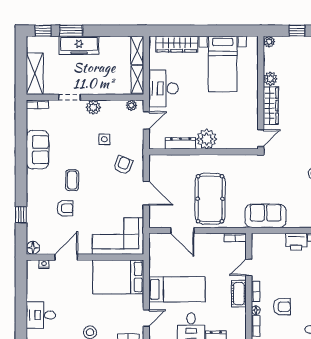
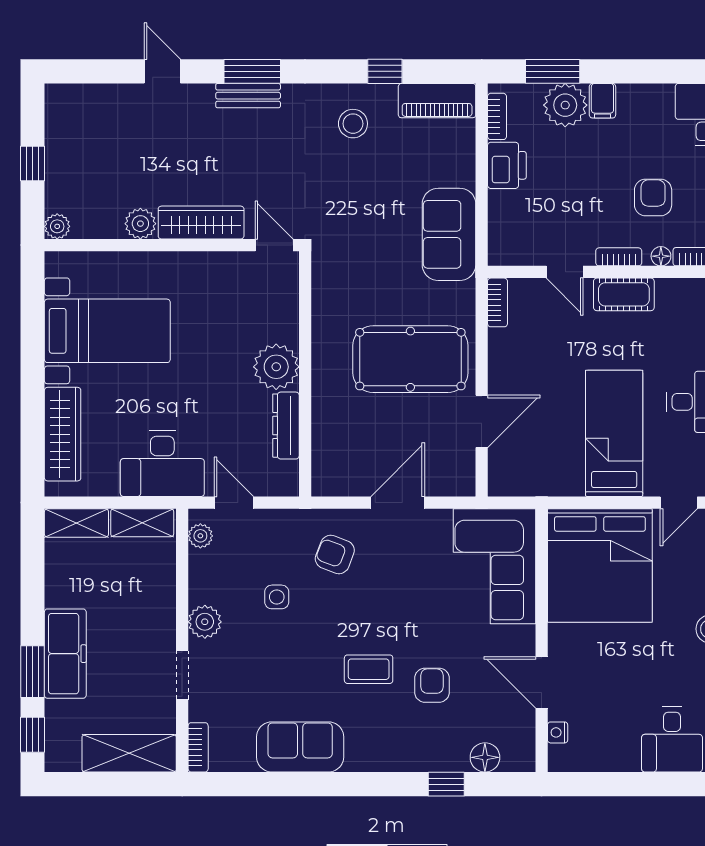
floor lamp: (33, 248) -> (485, 757), moved
bed: (118, 277) -> (600, 565), width x1.36
door: (146, 318) -> (679, 503), swing flipped

